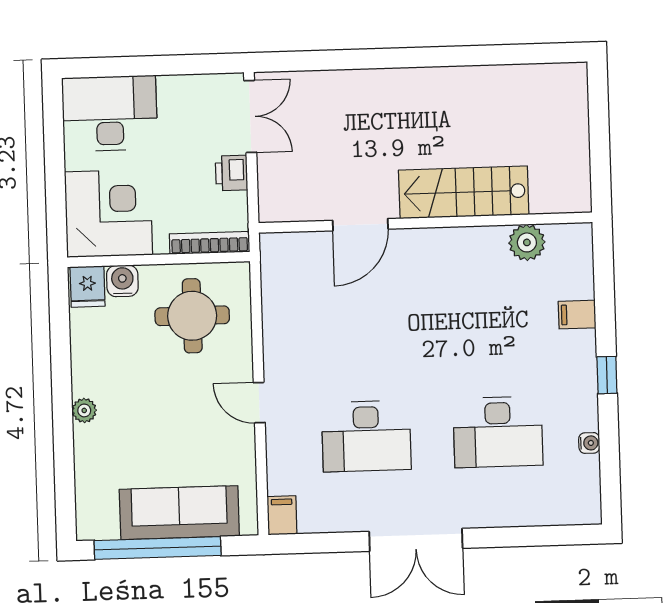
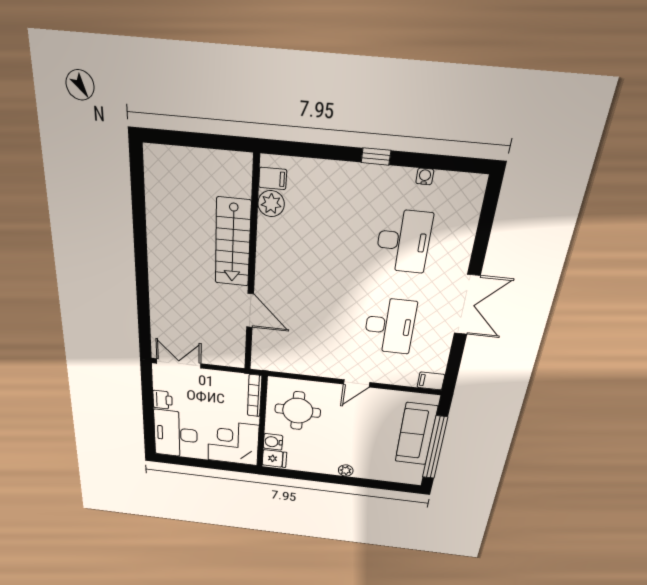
printer: (232, 173) -> (163, 400), moved, turned -90
filing cabinet: (577, 315) -> (273, 178), moved, turned -90

